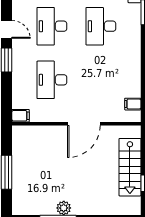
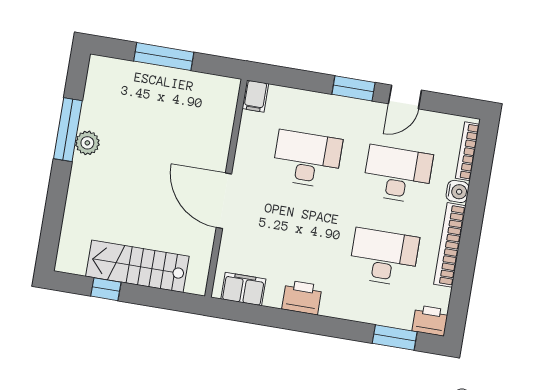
printer: (132, 69) -> (302, 297), added
filing cabinet: (133, 104) -> (243, 289), width x2.00

